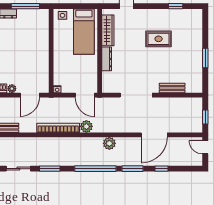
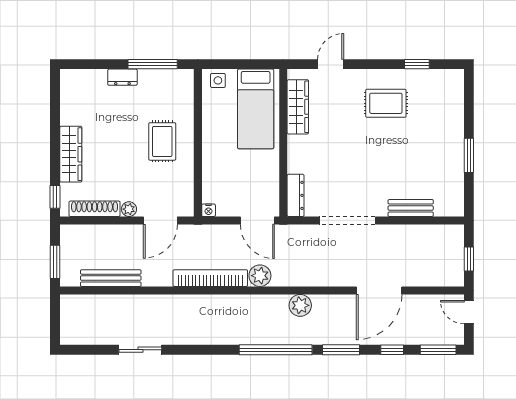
rug: (159, 39) -> (386, 103), moved
rug: (31, 50) -> (162, 141), added
dresser: (107, 59) -> (296, 195), moved
window: (50, 169) -> (438, 350), moved

